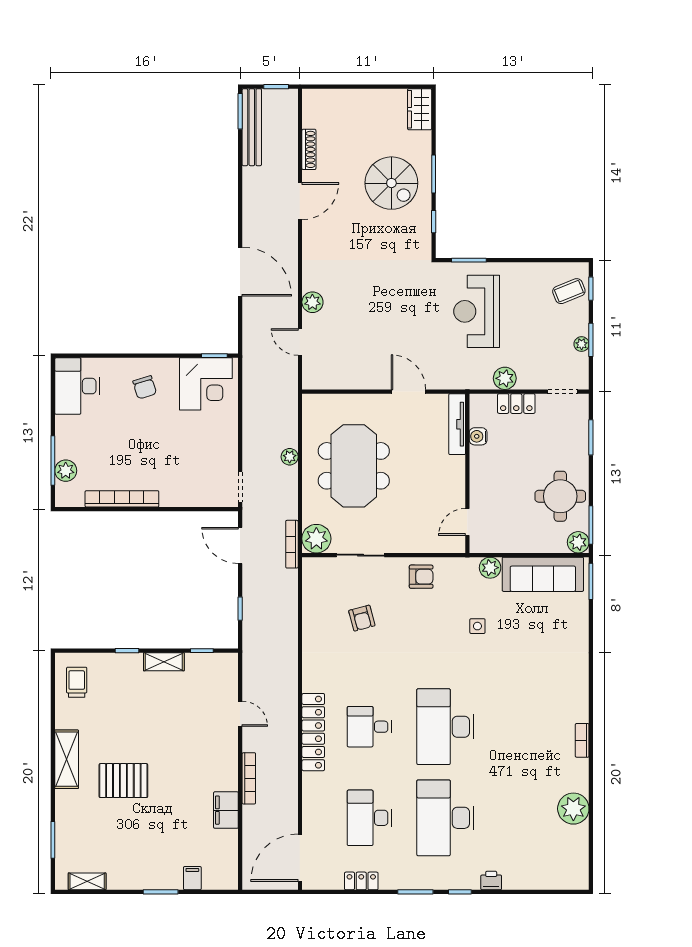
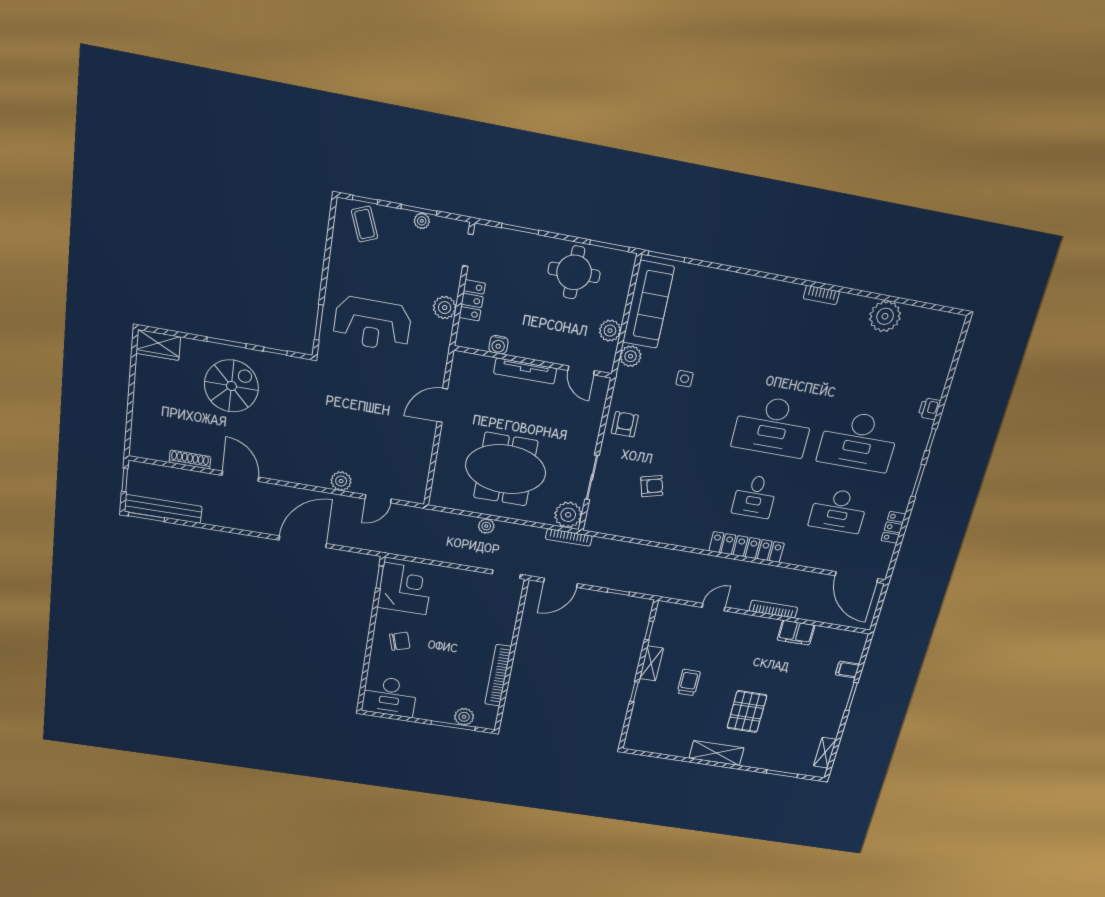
tv unit: (457, 424) -> (525, 371), moved
plant: (578, 542) -> (610, 331), moved
trolley: (77, 682) -> (689, 682), moved, turned 90

